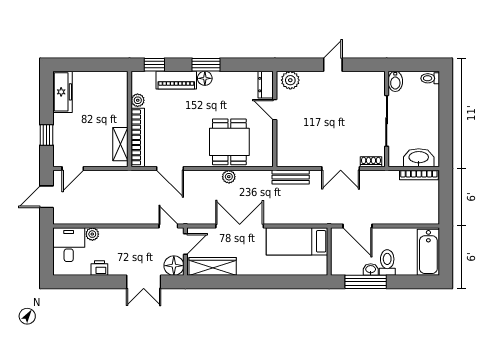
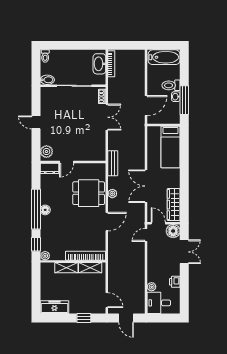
window: (206, 65) -> (36, 209), width x2.11
piano: (176, 80) -> (46, 229), removed
plant: (138, 100) -> (45, 256), moved
shelving: (120, 109) -> (66, 268), added
door: (170, 168) -> (107, 222), moved
bench: (291, 177) -> (113, 163), moved
bed: (297, 241) -> (170, 147), moved

